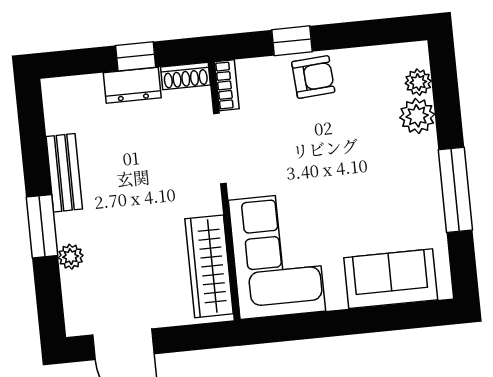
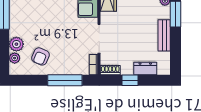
window: (292, 41) -> (65, 80), width x2.17
armchair: (313, 77) -> (40, 56), moved, turned -63
dresser: (132, 85) -> (145, 68), moved

